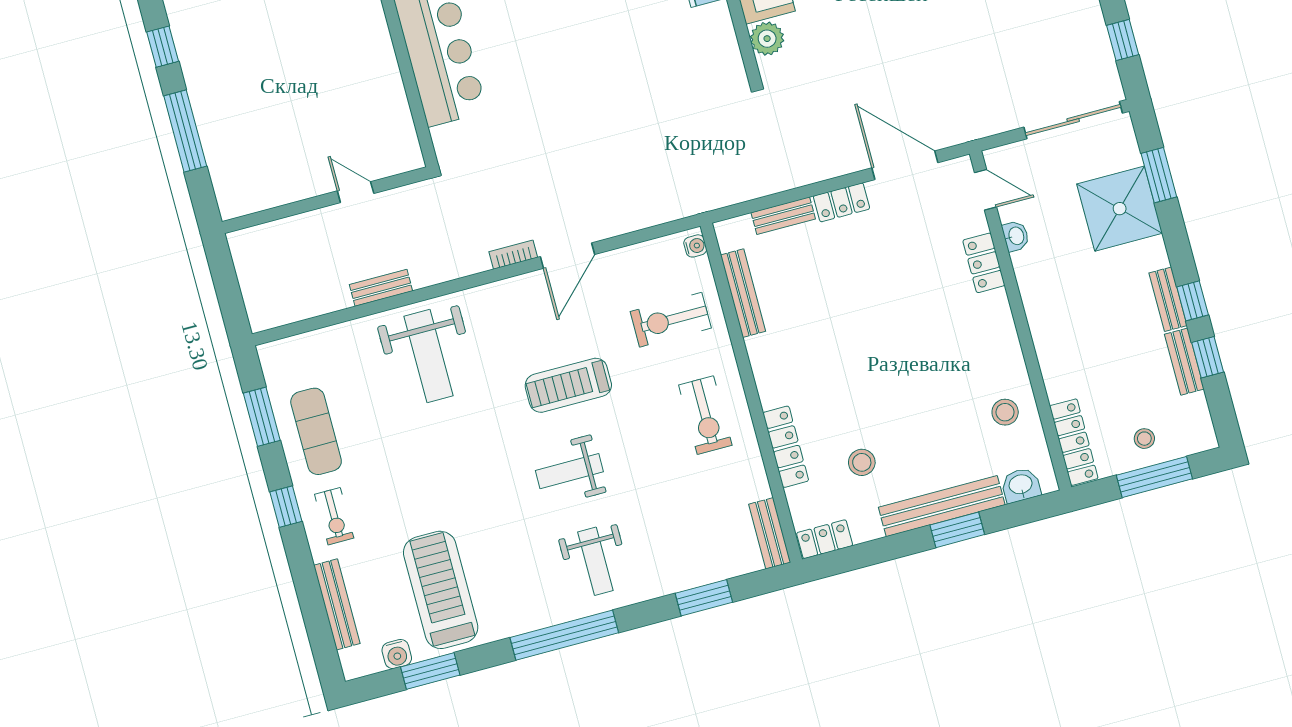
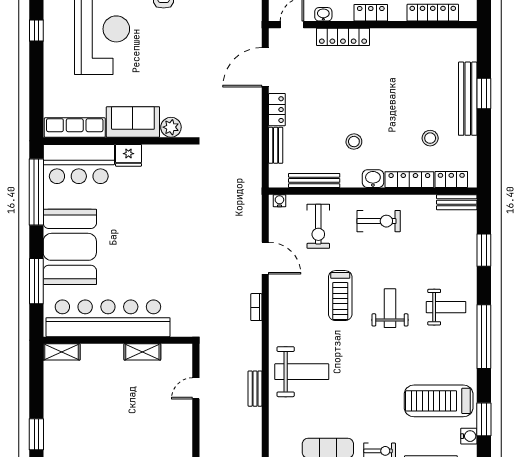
shelving: (391, 90) -> (142, 352), added
door: (567, 256) -> (265, 258), moved
locker: (984, 263) -> (343, 37), width x1.53
locker: (1039, 312) -> (371, 13), added
stool: (1005, 412) -> (354, 142), moved
locker: (1074, 442) -> (433, 13), moved
weight bench: (569, 471) -> (390, 308), turned 180
washbasin: (1021, 485) -> (373, 179), moved, turned 90
locker: (825, 539) -> (451, 179), moved, turned 90

